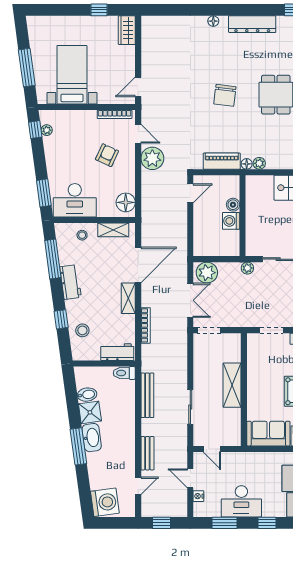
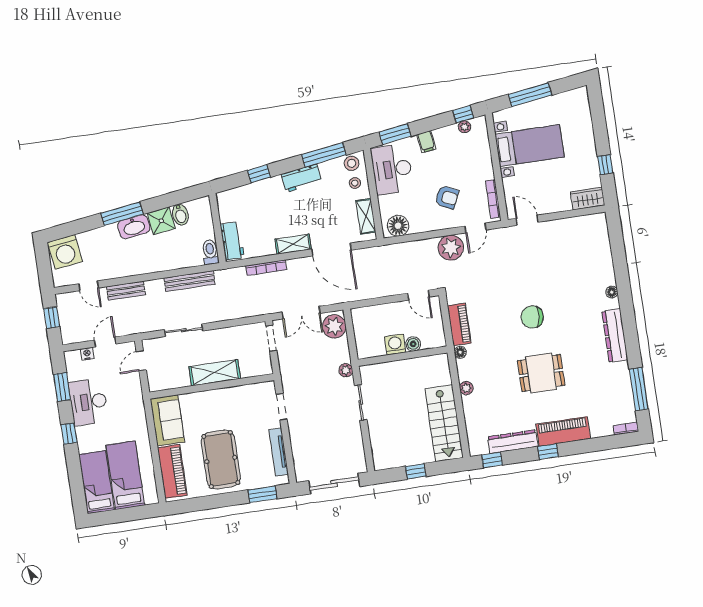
plant: (259, 163) -> (466, 388), moved
filing cabinet: (55, 166) -> (426, 142), added
stool: (82, 330) -> (352, 163), moved

